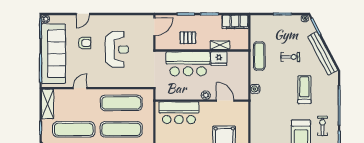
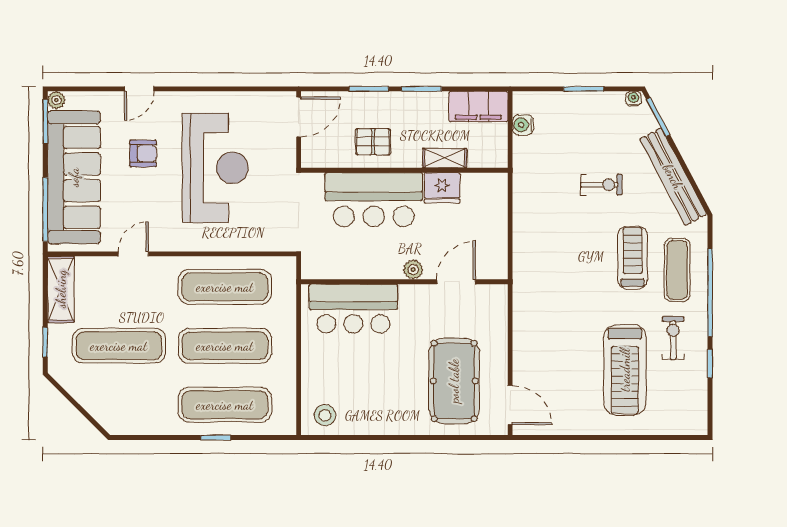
reception desk: (117, 49) -> (215, 168), width x1.36, depth x1.30
exercise mat: (259, 56) -> (677, 270), moved
water cooler: (255, 89) -> (523, 125), moved
door: (225, 101) -> (456, 282), hinge flipped

